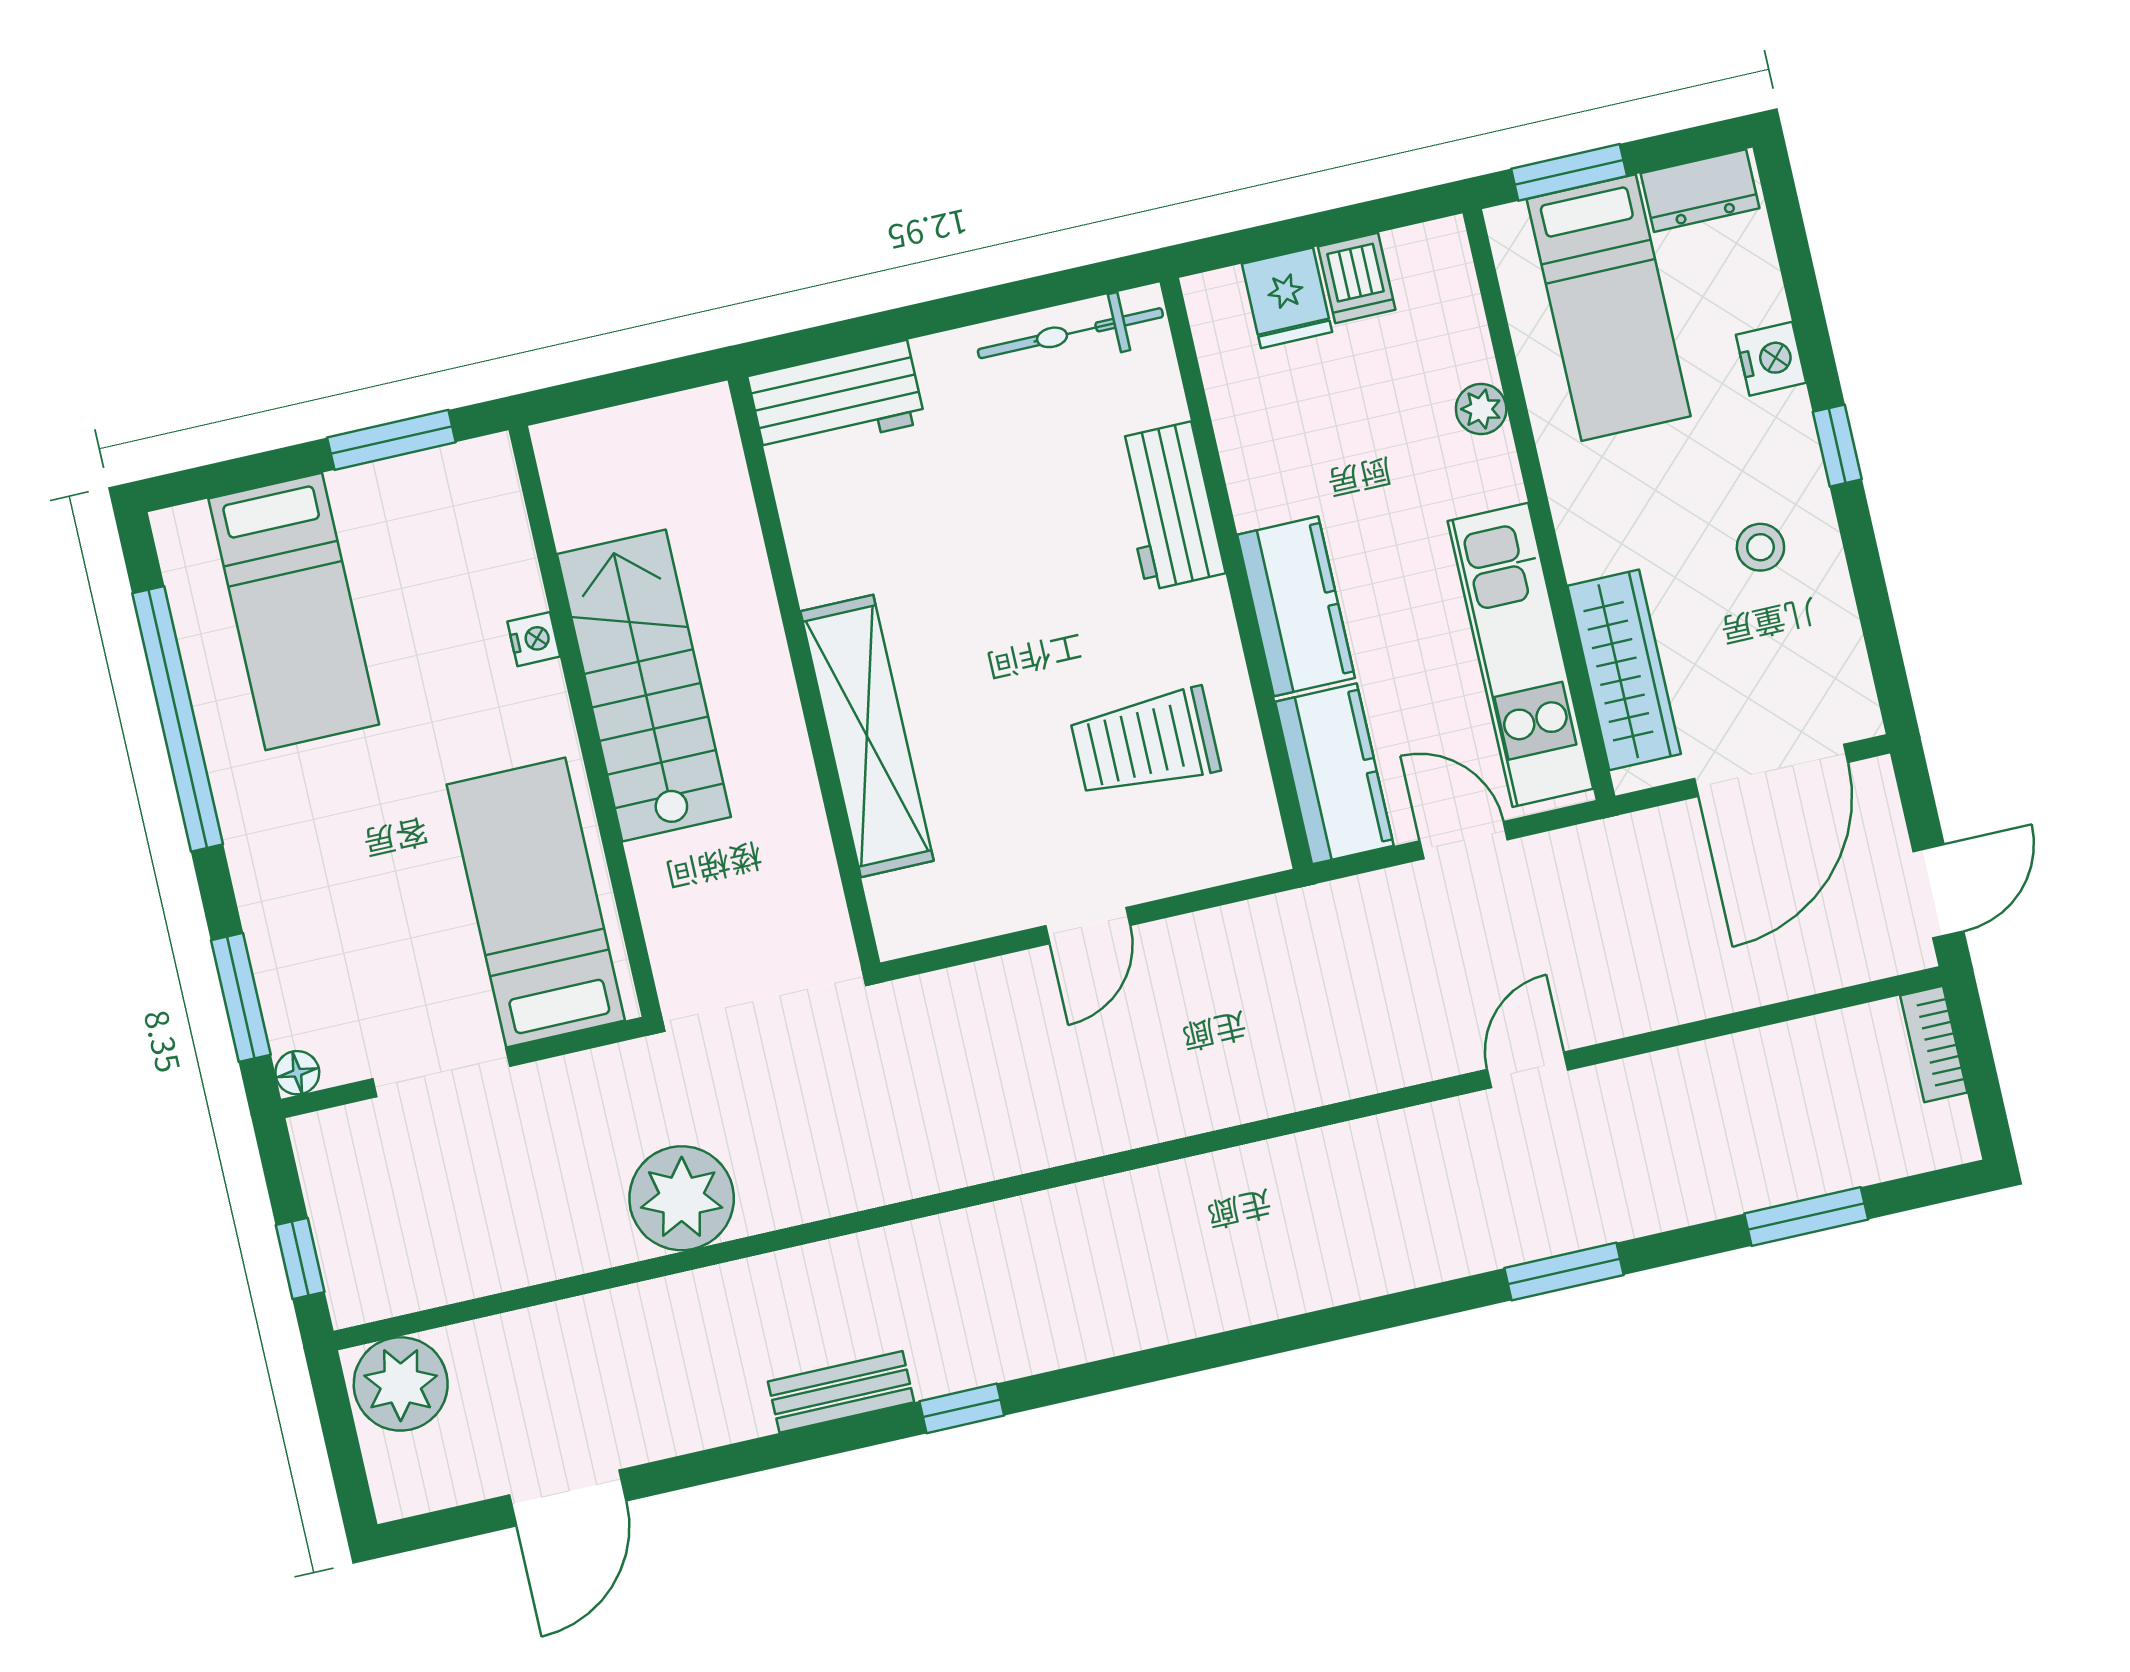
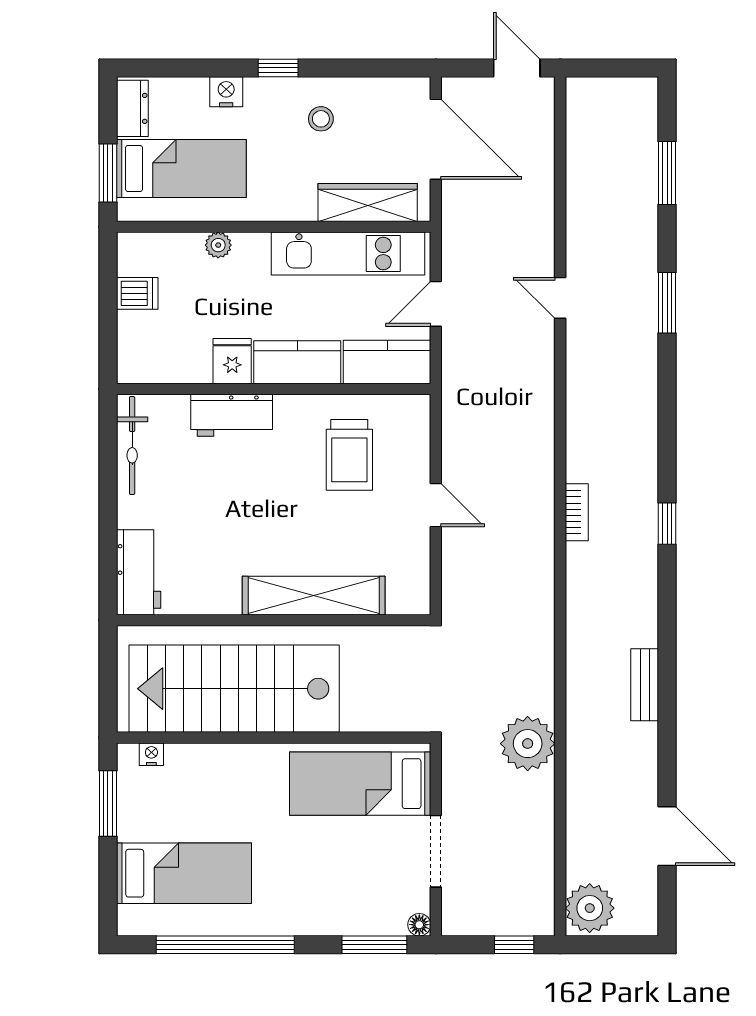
fridge: (1287, 298) -> (232, 361), moved, turned -90
nightstand: (534, 639) -> (151, 754), moved
stairs: (644, 685) -> (234, 689), width x1.36, depth x1.51
bookcase: (1934, 1044) -> (577, 512), moved, turned -90
window: (962, 1408) -> (667, 524), moved

